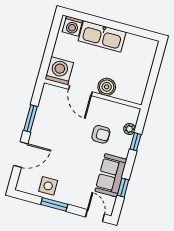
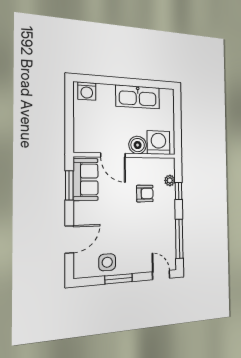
kitchen sink: (102, 36) -> (138, 97), moved
washing machine: (59, 71) -> (158, 143), moved
window: (30, 119) -> (69, 185), moved
sofa: (111, 175) -> (86, 179), moved, turned 180
window: (123, 188) -> (179, 239), width x2.17

